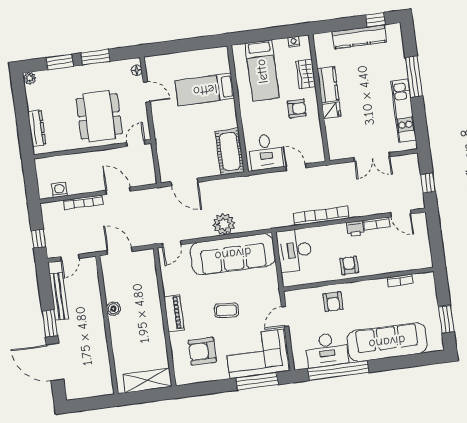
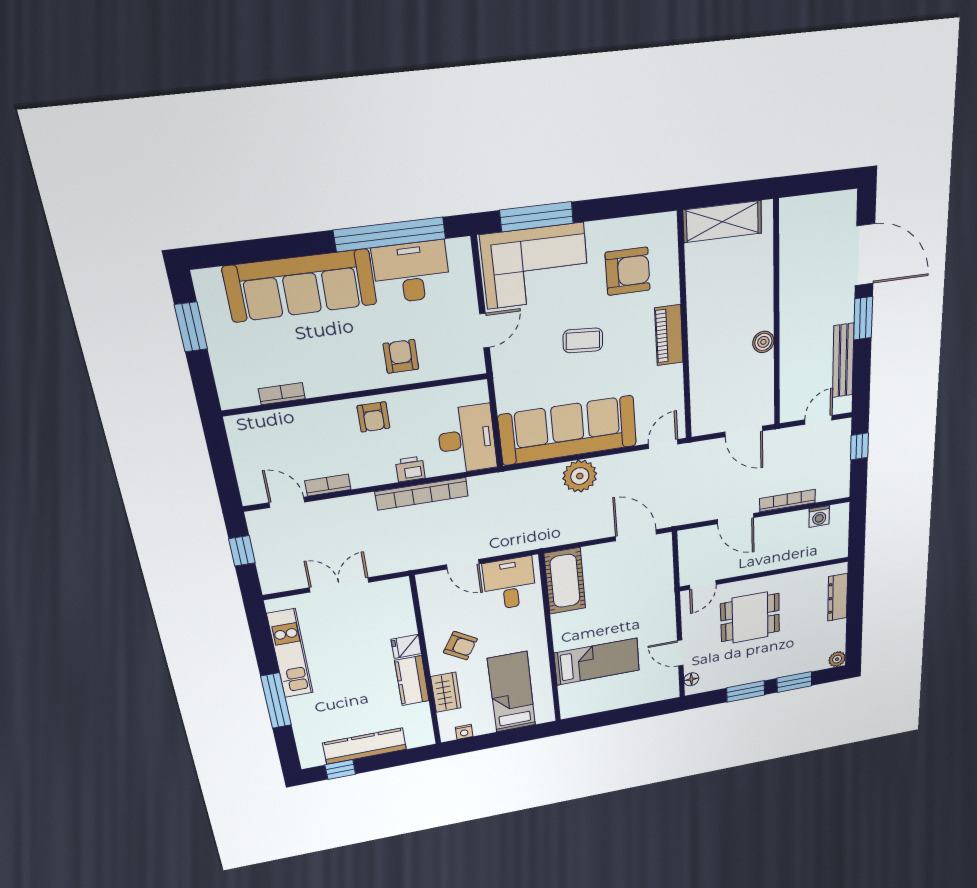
armchair: (297, 109) -> (460, 646), turned -149
dining table: (99, 116) -> (750, 618), width x0.73
printer: (355, 229) -> (410, 469), moved

